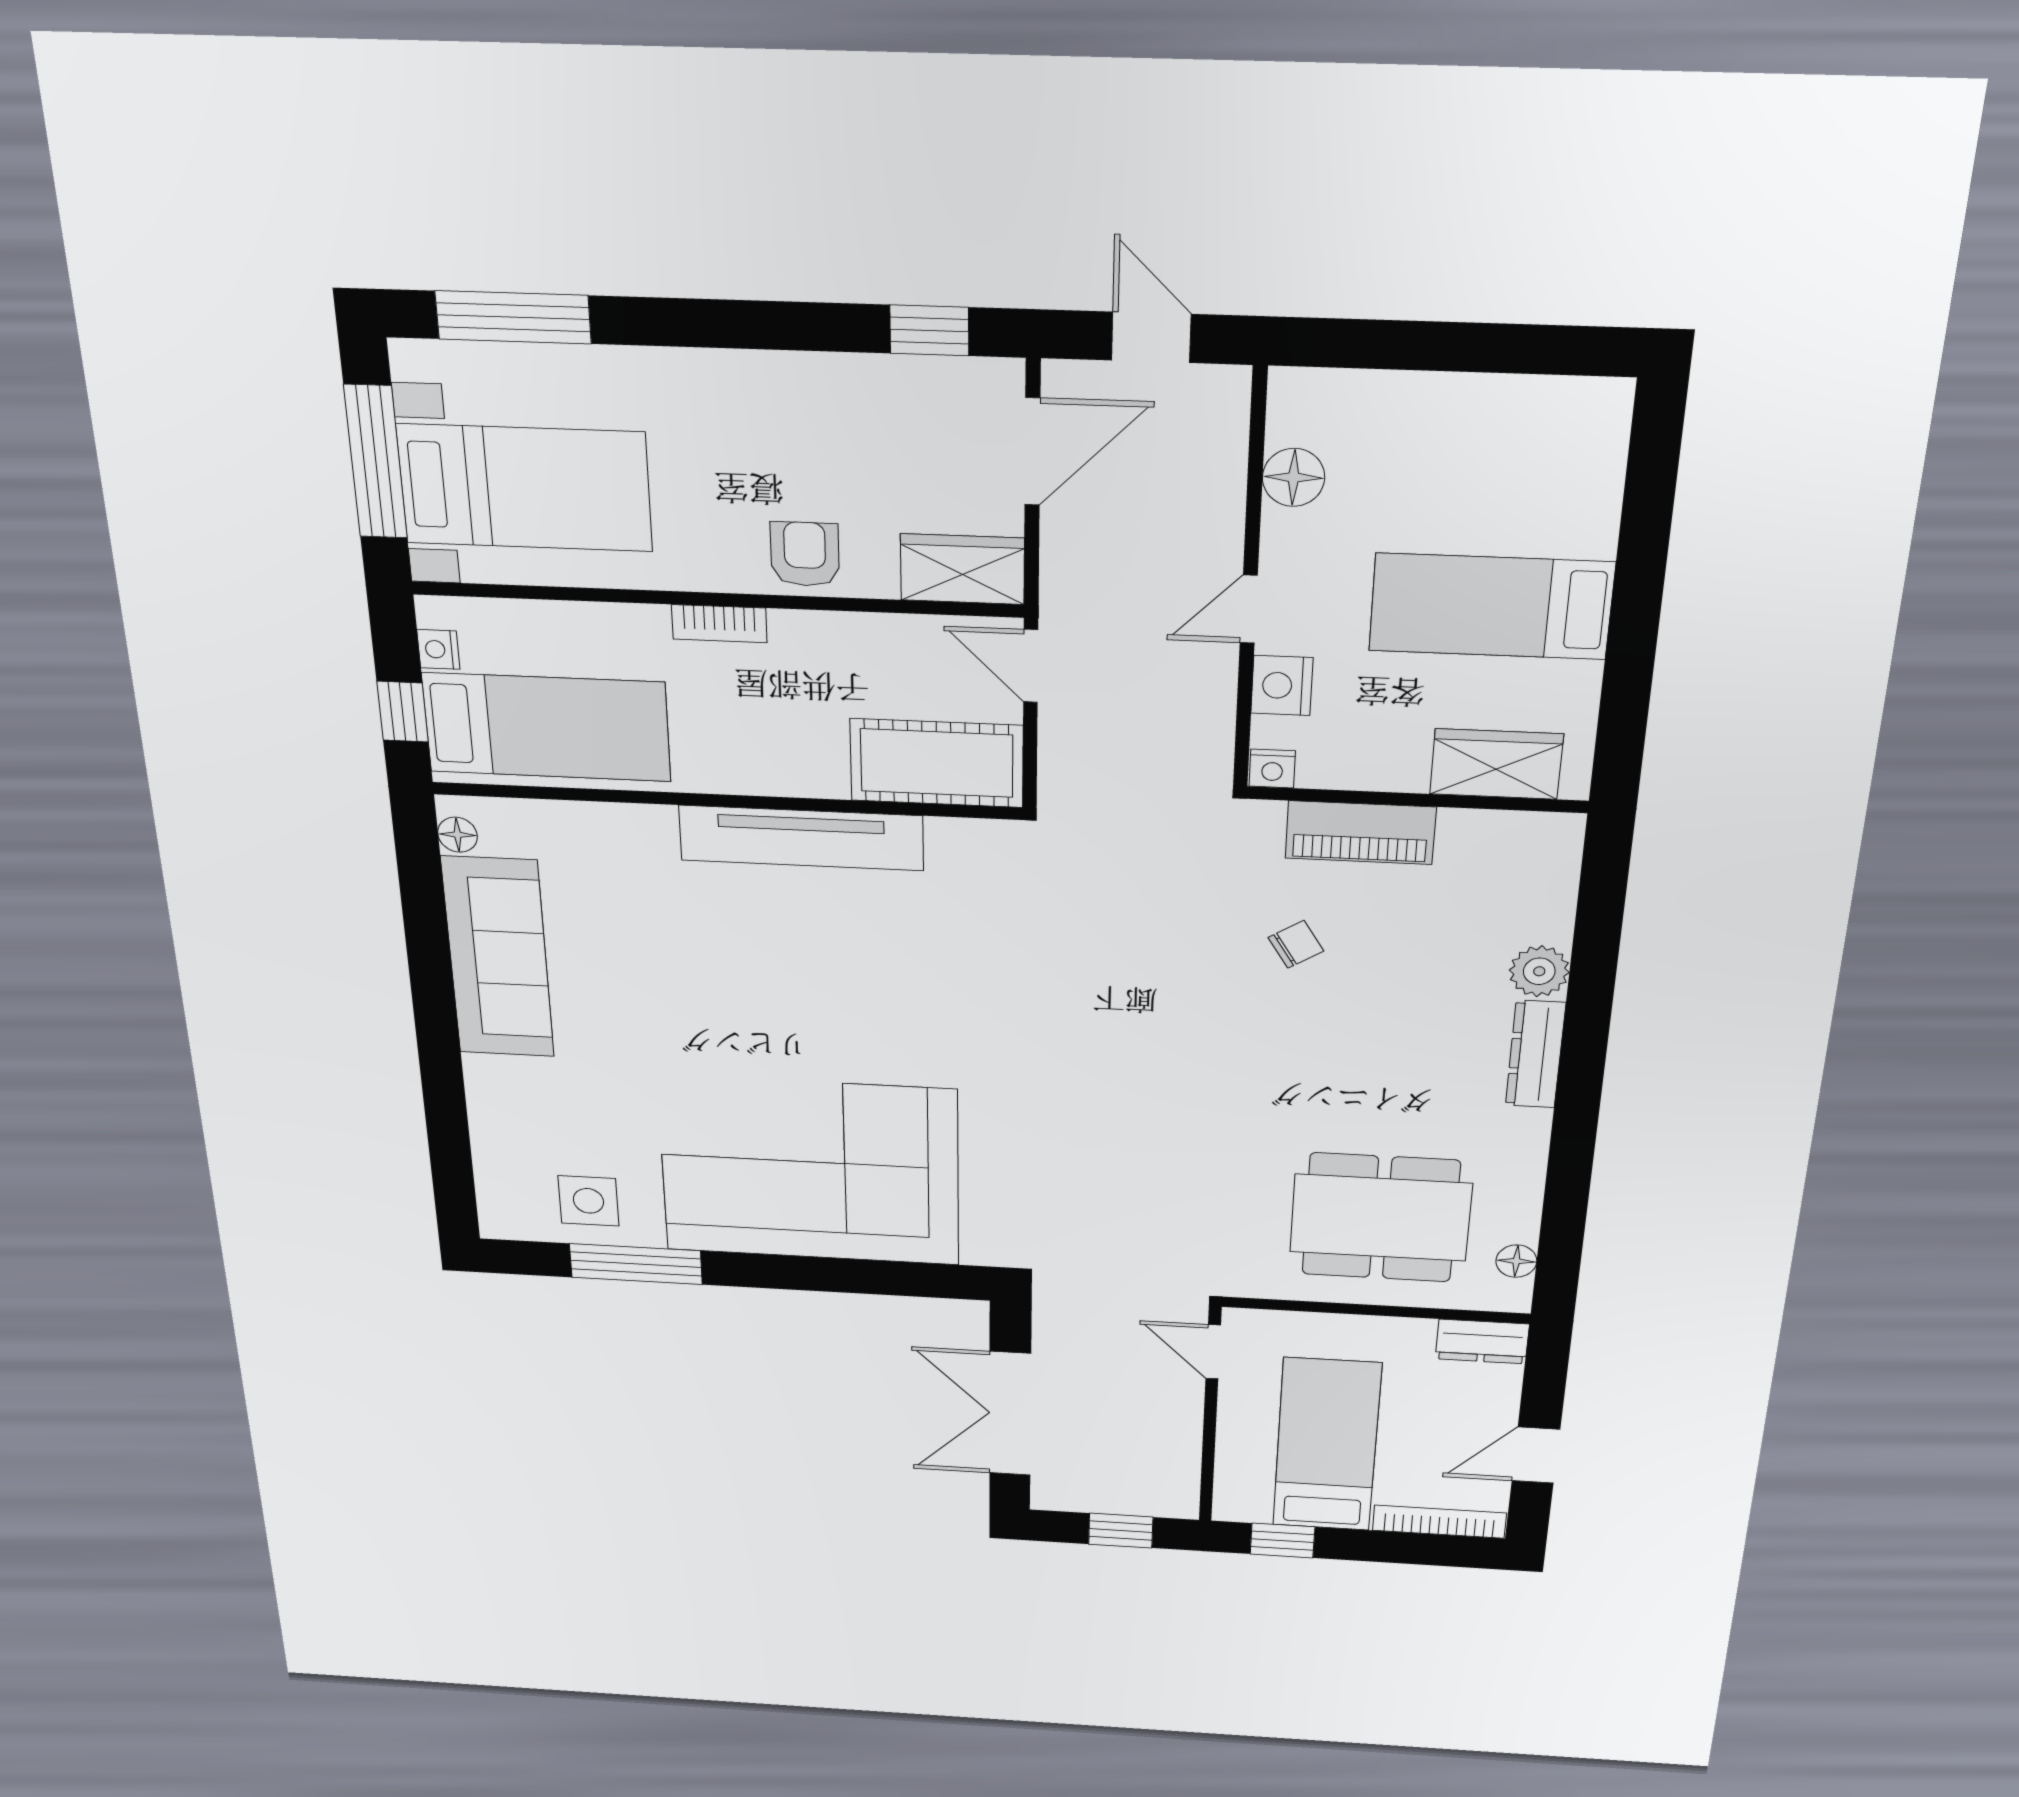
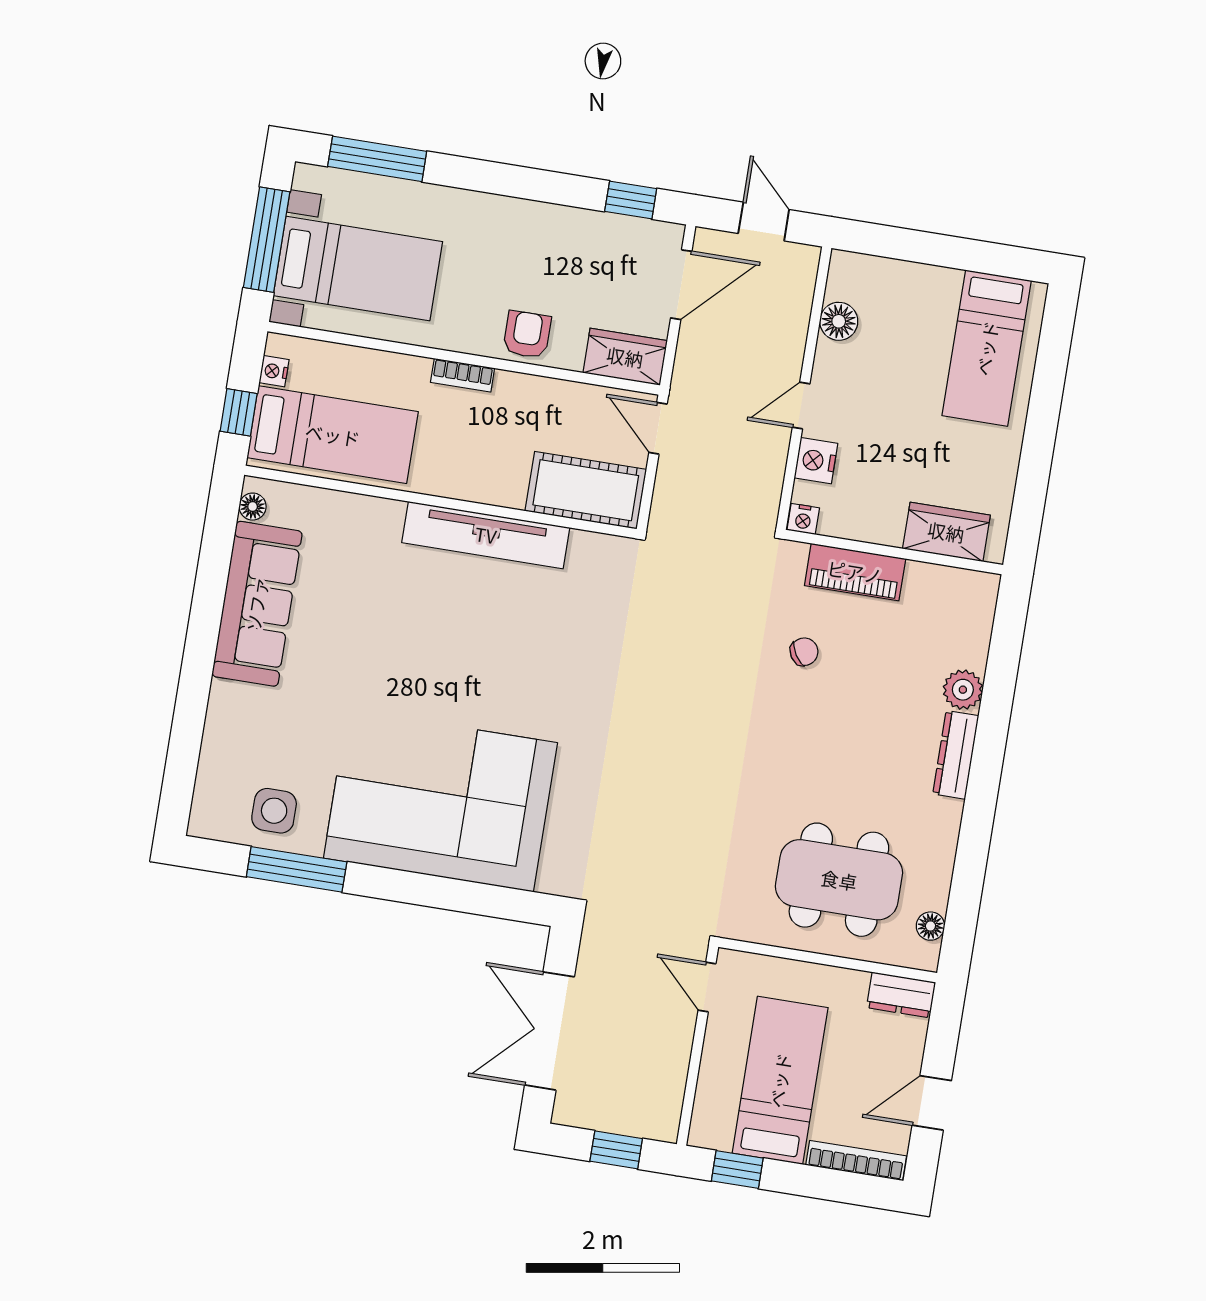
bed: (1491, 606) -> (987, 348), moved, turned -90

